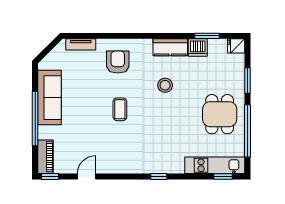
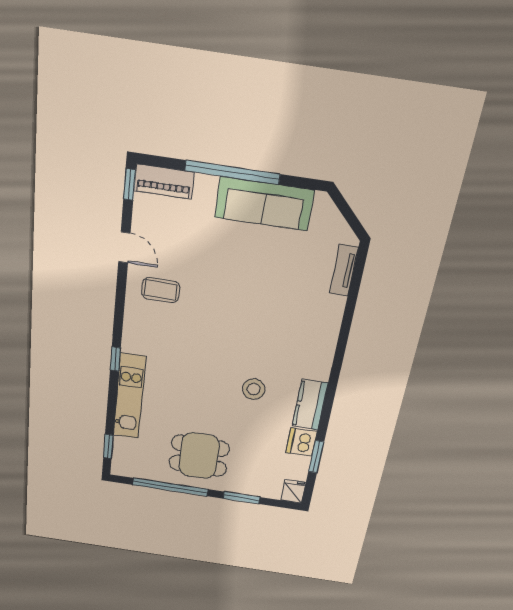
armchair: (118, 62) -> (303, 325), removed
coffee table: (120, 109) -> (161, 290), moved
kitchen unit: (215, 165) -> (129, 397), moved

